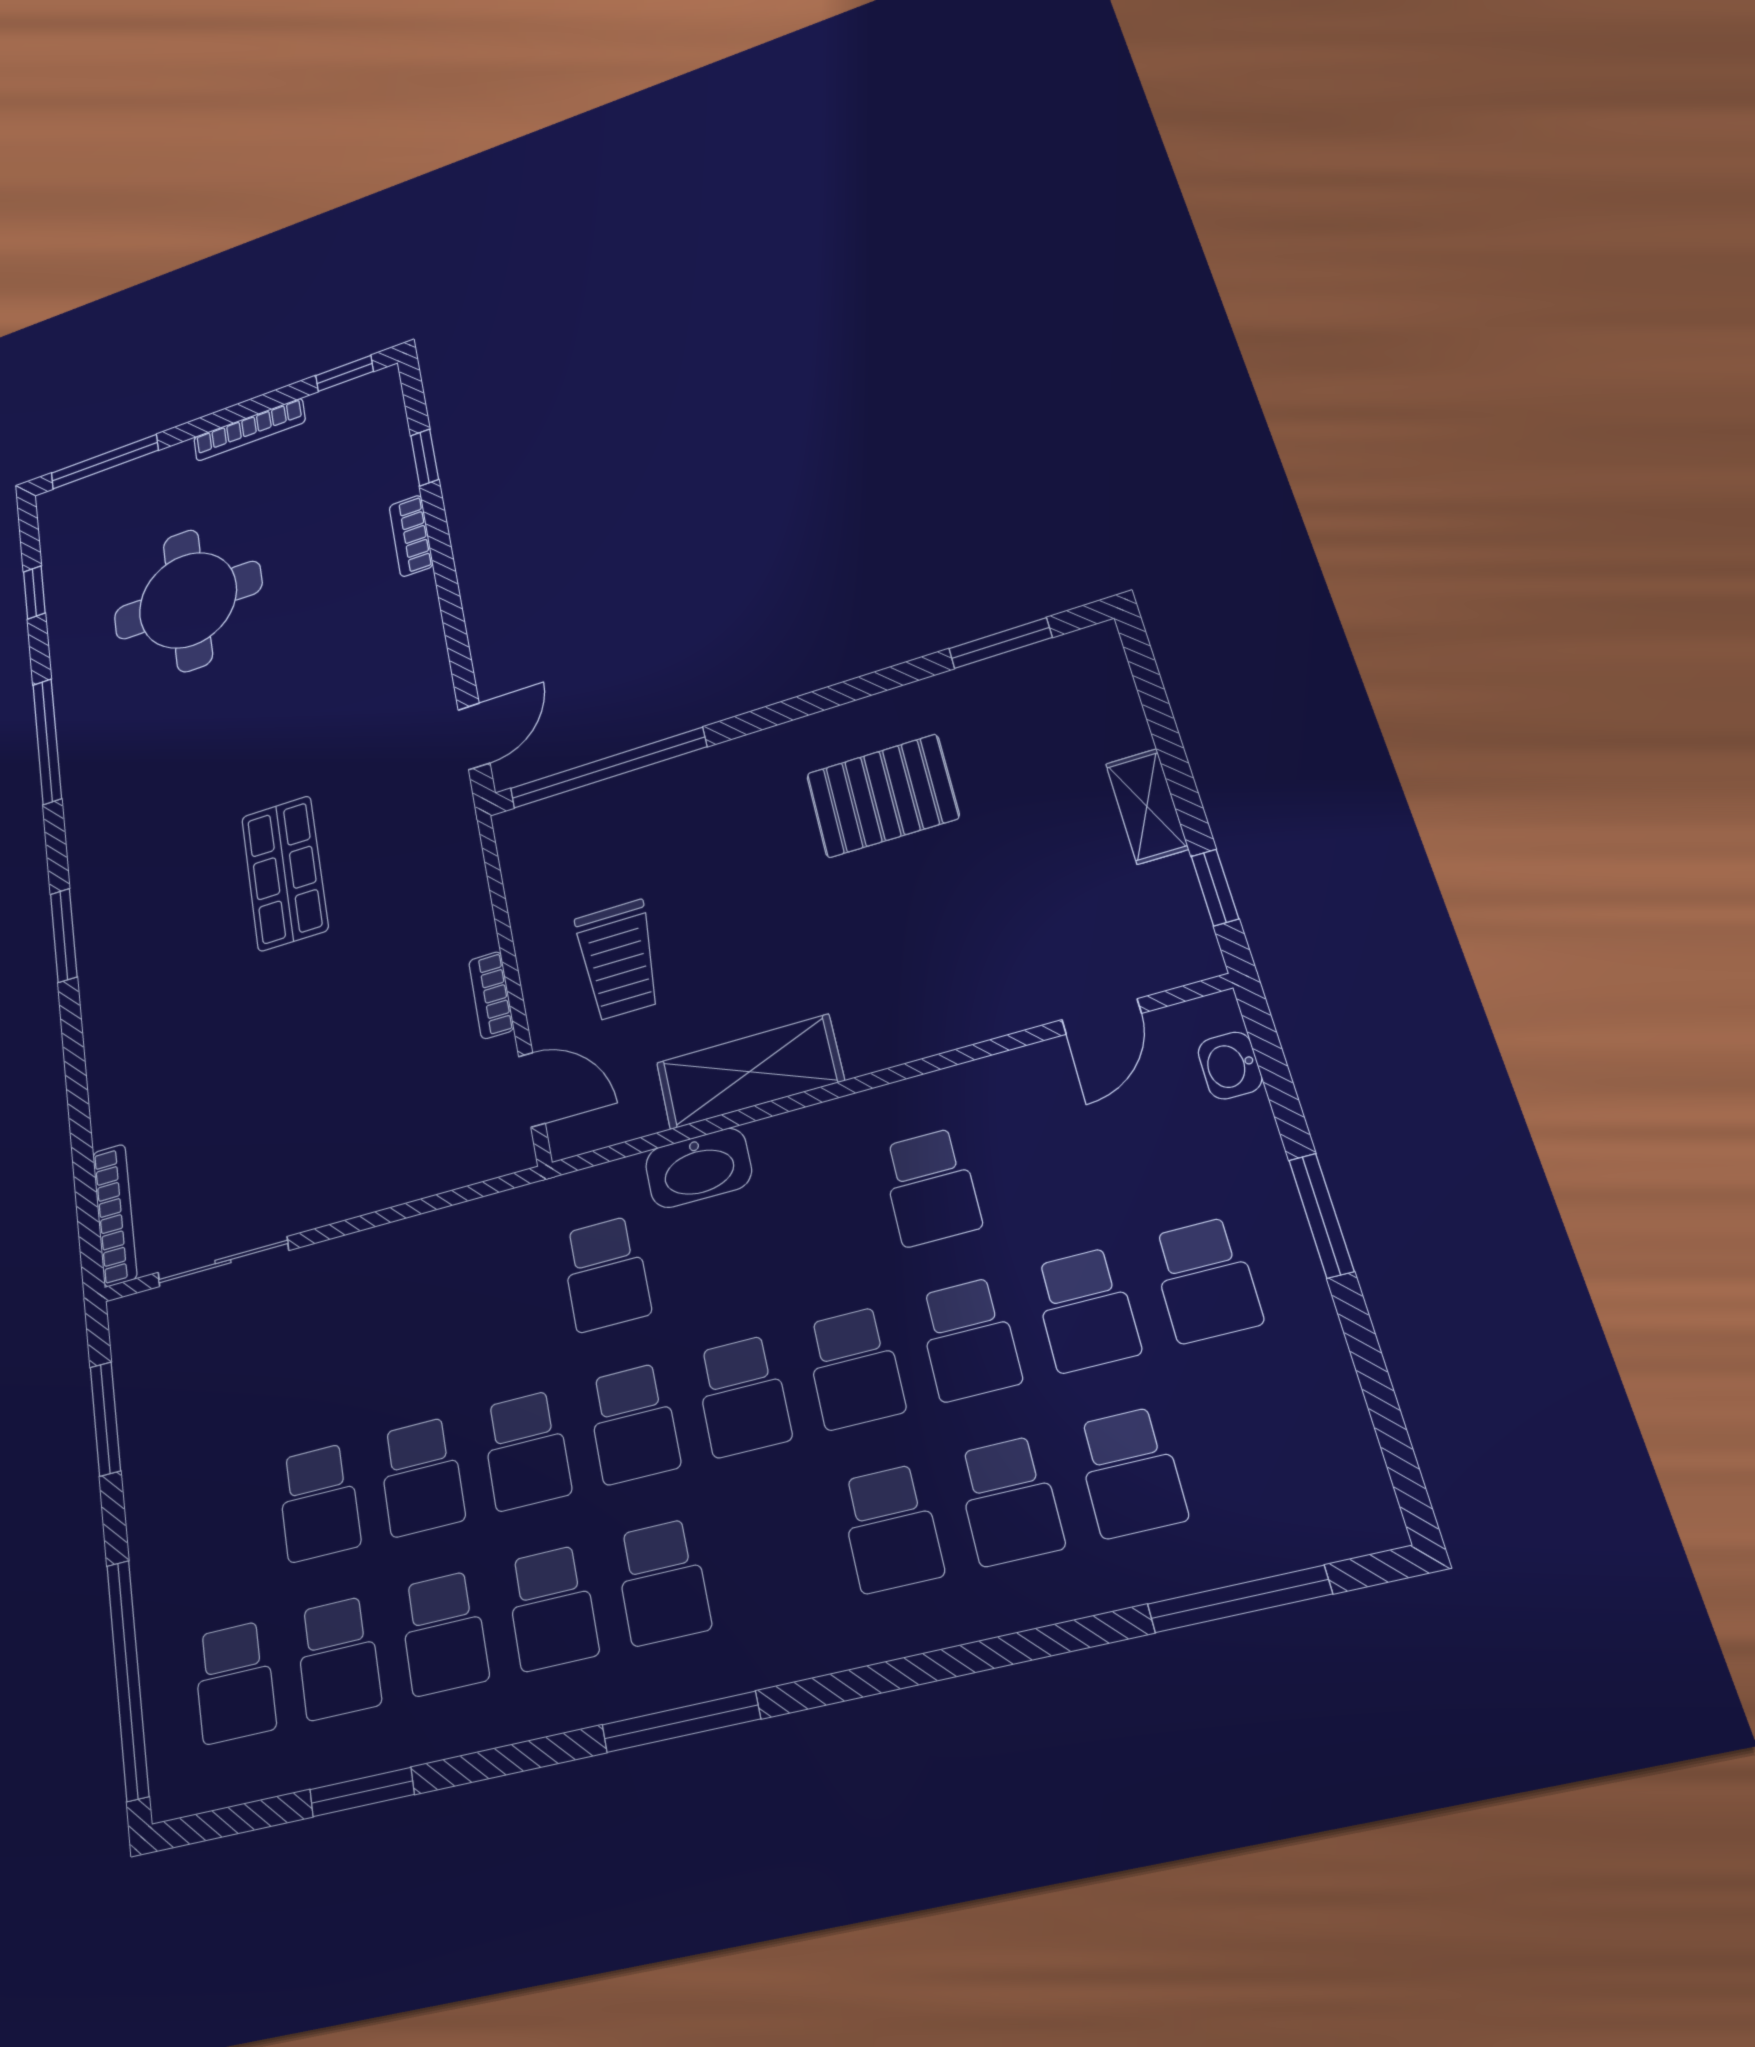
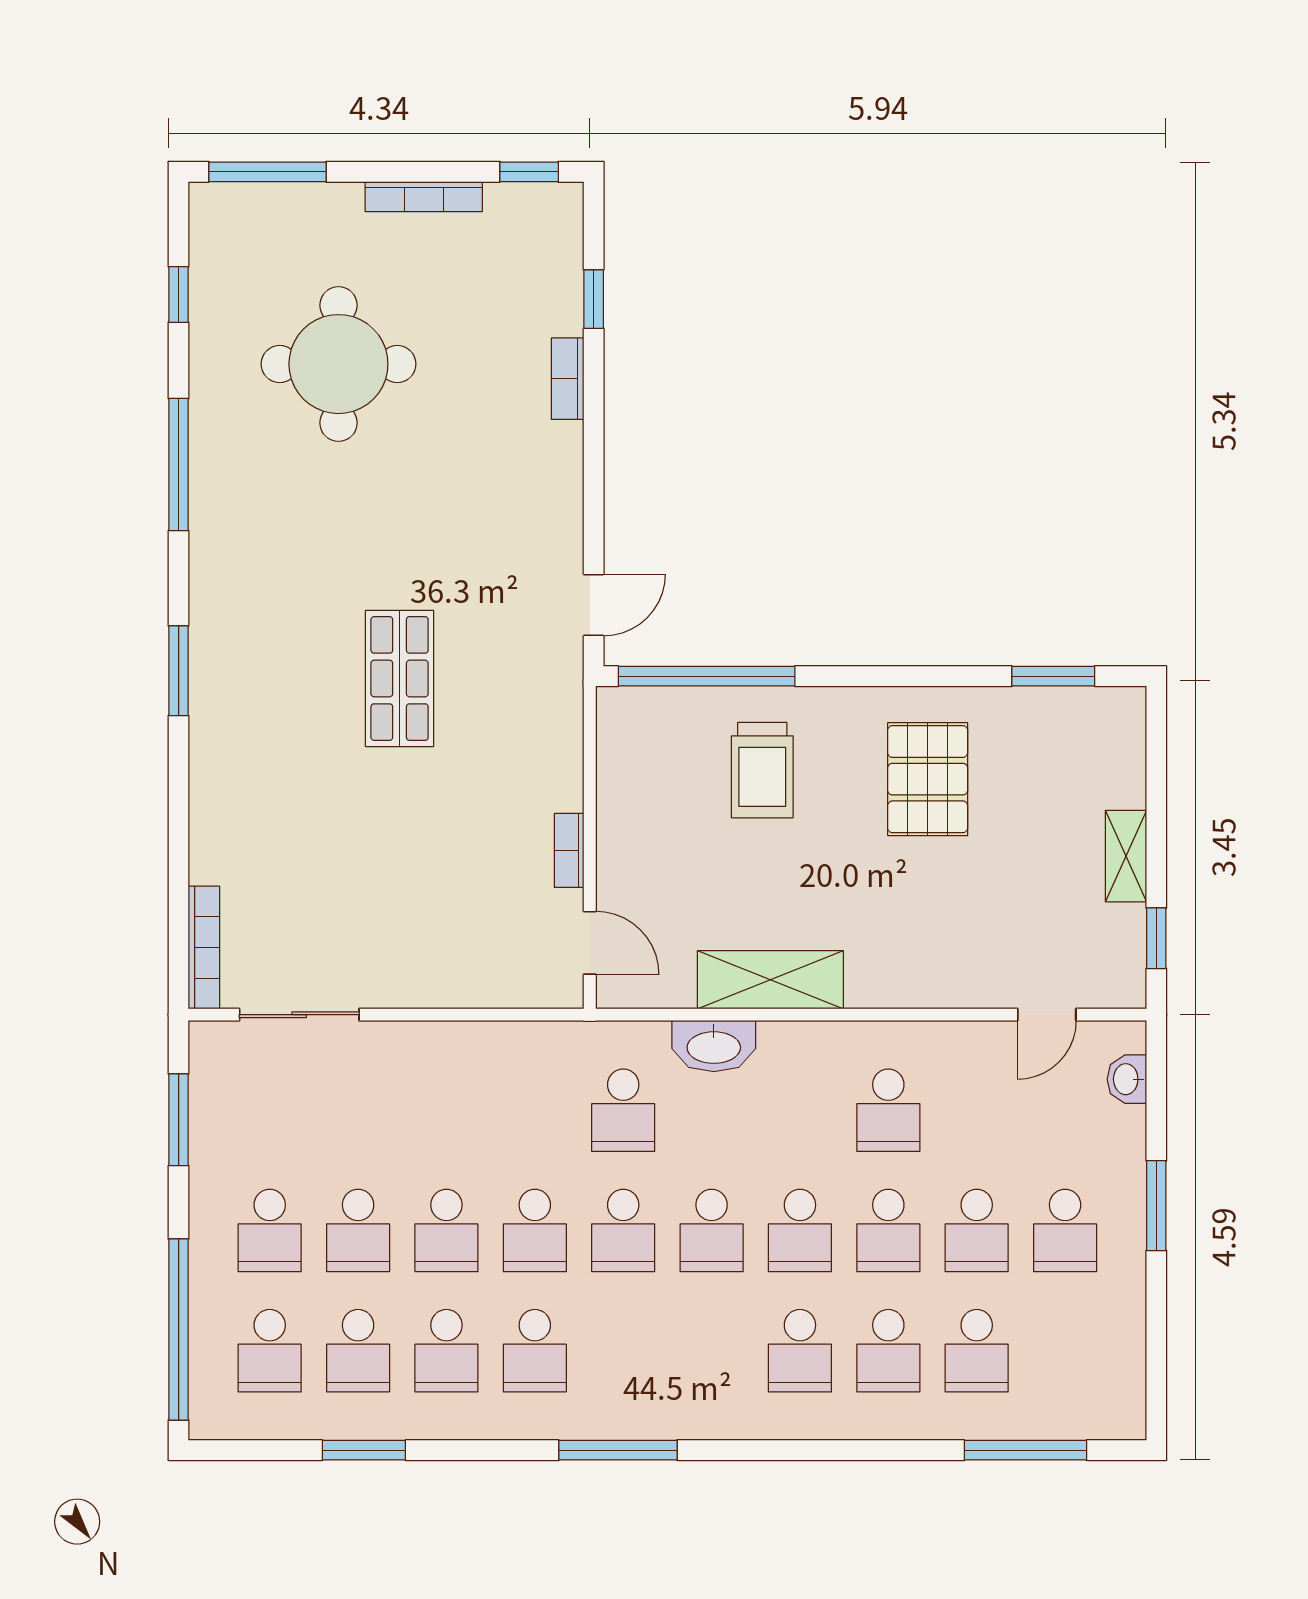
pallet: (882, 796) -> (928, 779), turned 90
trolley: (618, 960) -> (762, 770), moved
school desk: (662, 1582) -> (270, 1230), moved

